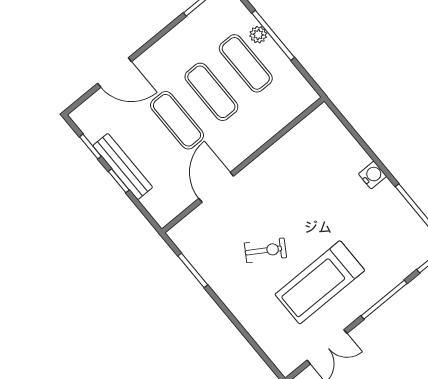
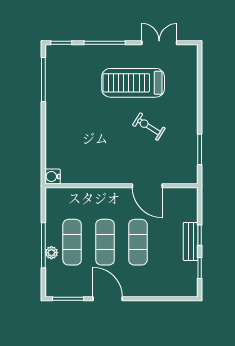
door: (115, 73) -> (108, 299), moved
bench: (123, 166) -> (191, 241), width x0.73
water cooler: (373, 175) -> (53, 176), moved
door: (216, 187) -> (147, 186), hinge flipped
treadmill: (320, 282) -> (133, 83), turned 180

